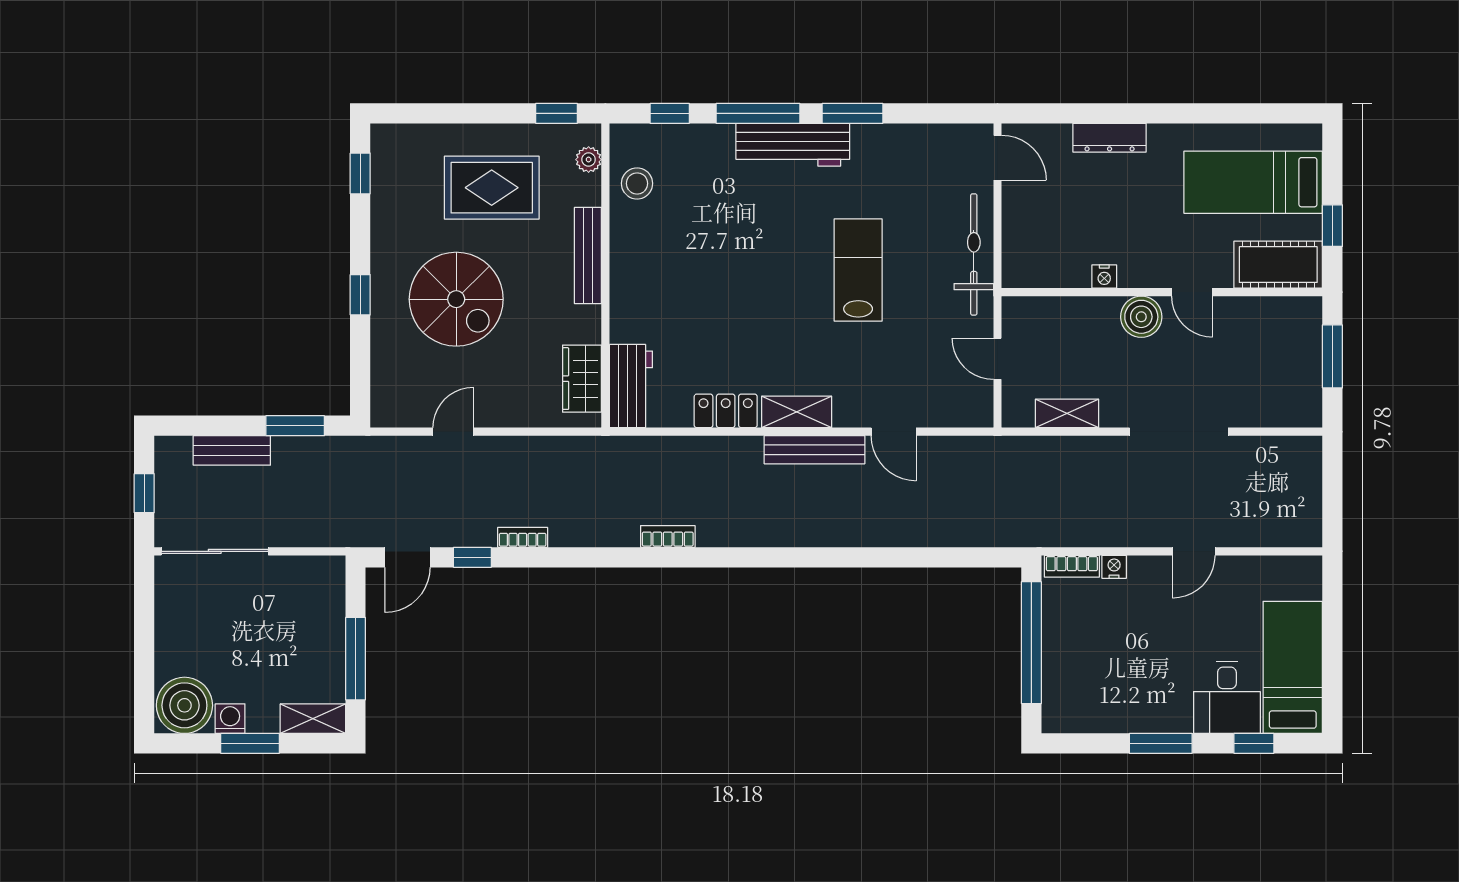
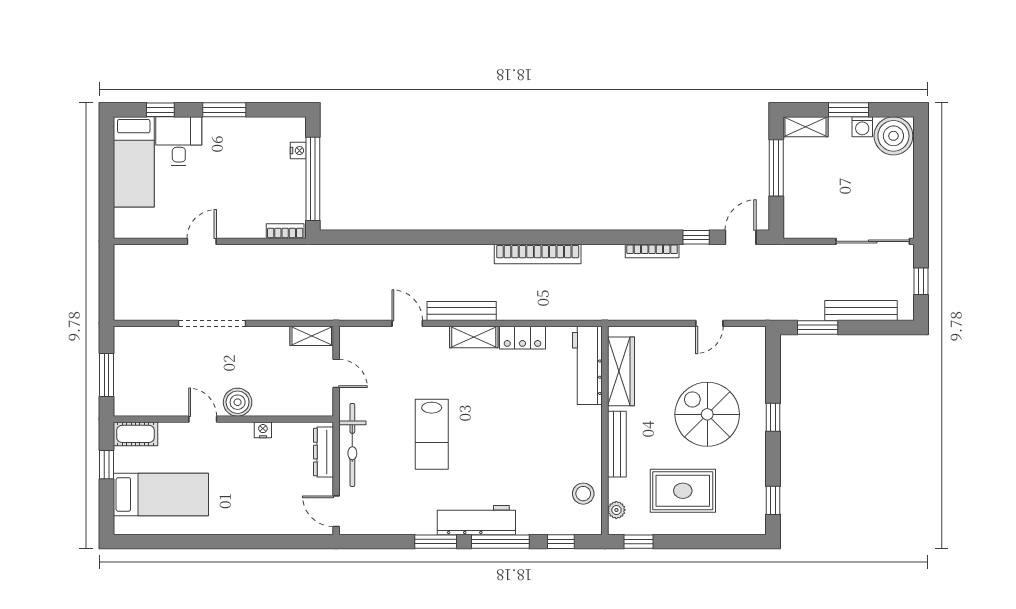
dresser: (1110, 138) -> (324, 452), moved, turned -90
cot: (1278, 265) -> (136, 434), width x0.73, depth x0.75
wardrobe: (582, 379) -> (621, 371), width x1.50
workbench: (631, 386) -> (587, 365), width x1.38
shelving: (1067, 413) -> (312, 336), moved
bench: (232, 450) -> (861, 311), width x1.36
bookcase: (668, 536) -> (538, 254), width x2.31, depth x1.31
bookcase: (523, 537) -> (652, 251), width x1.56
nightstand: (1114, 567) -> (298, 151), moved, turned -90

